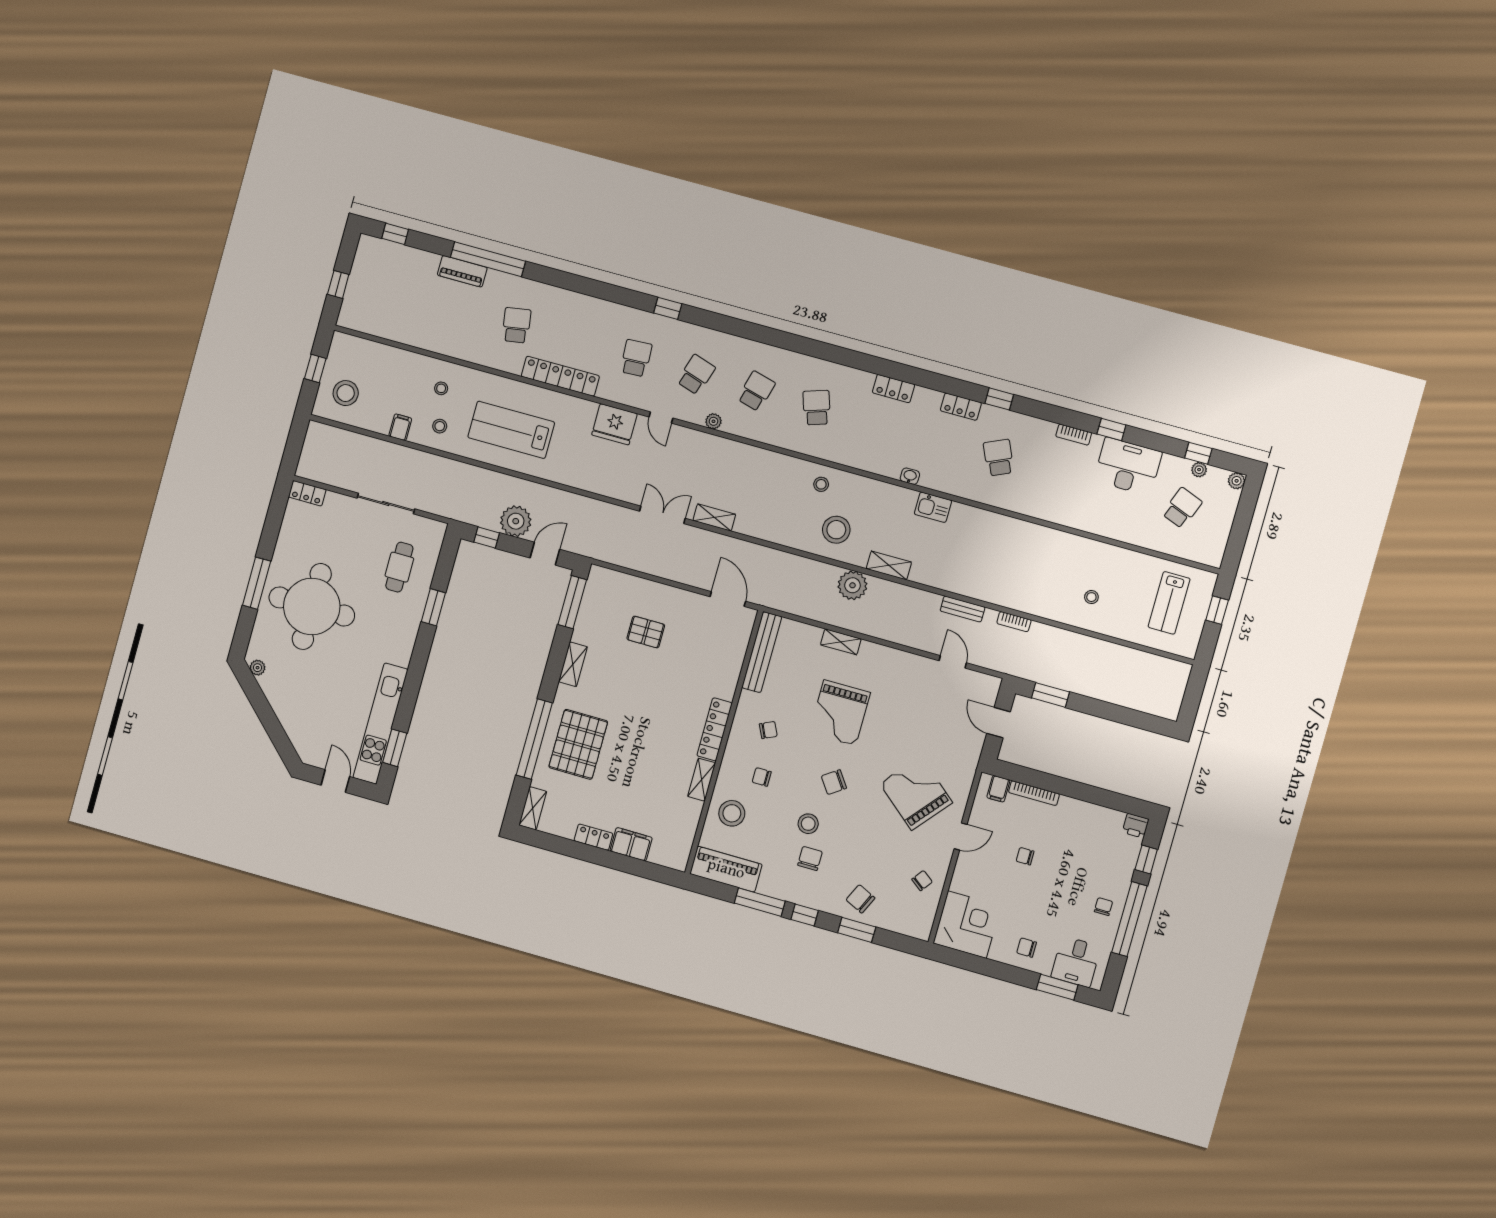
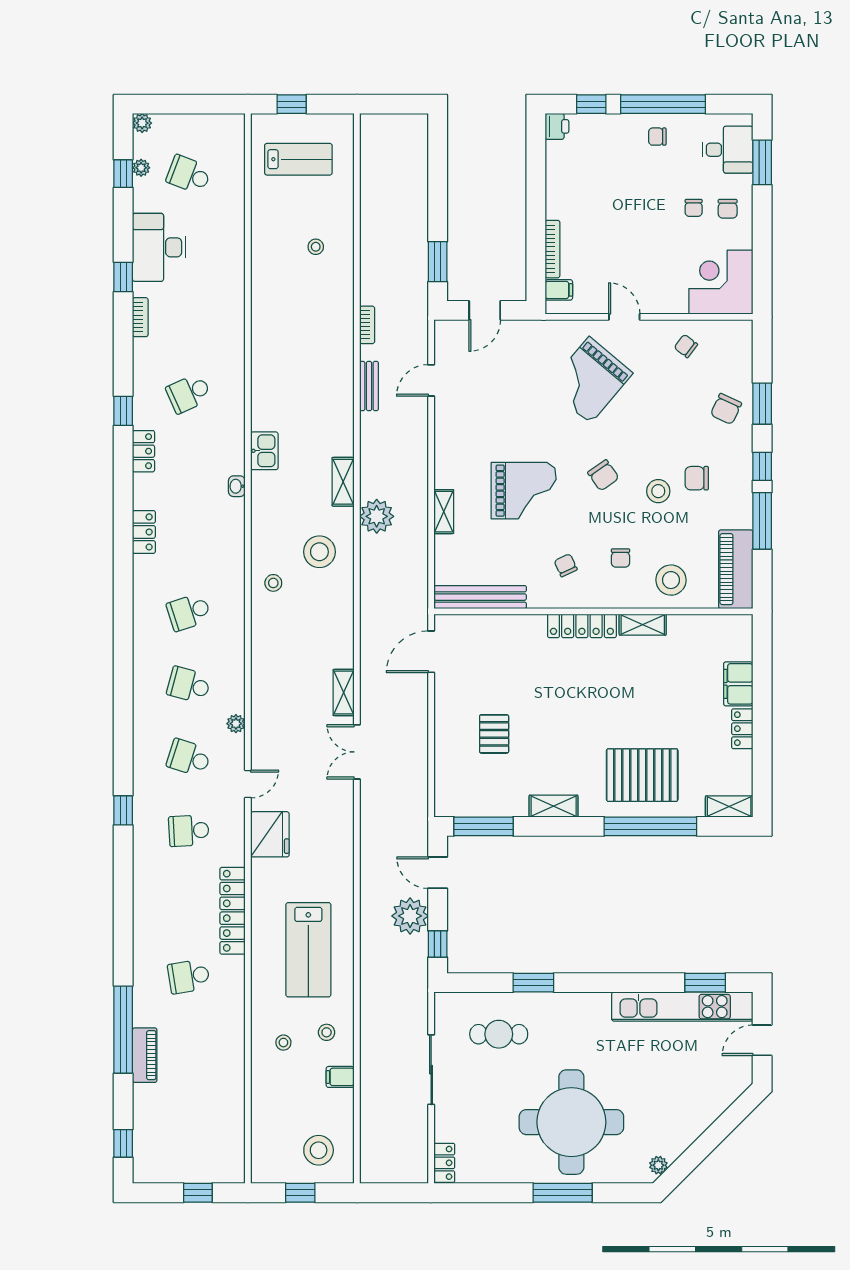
chair: (1025, 856) -> (694, 208), moved

